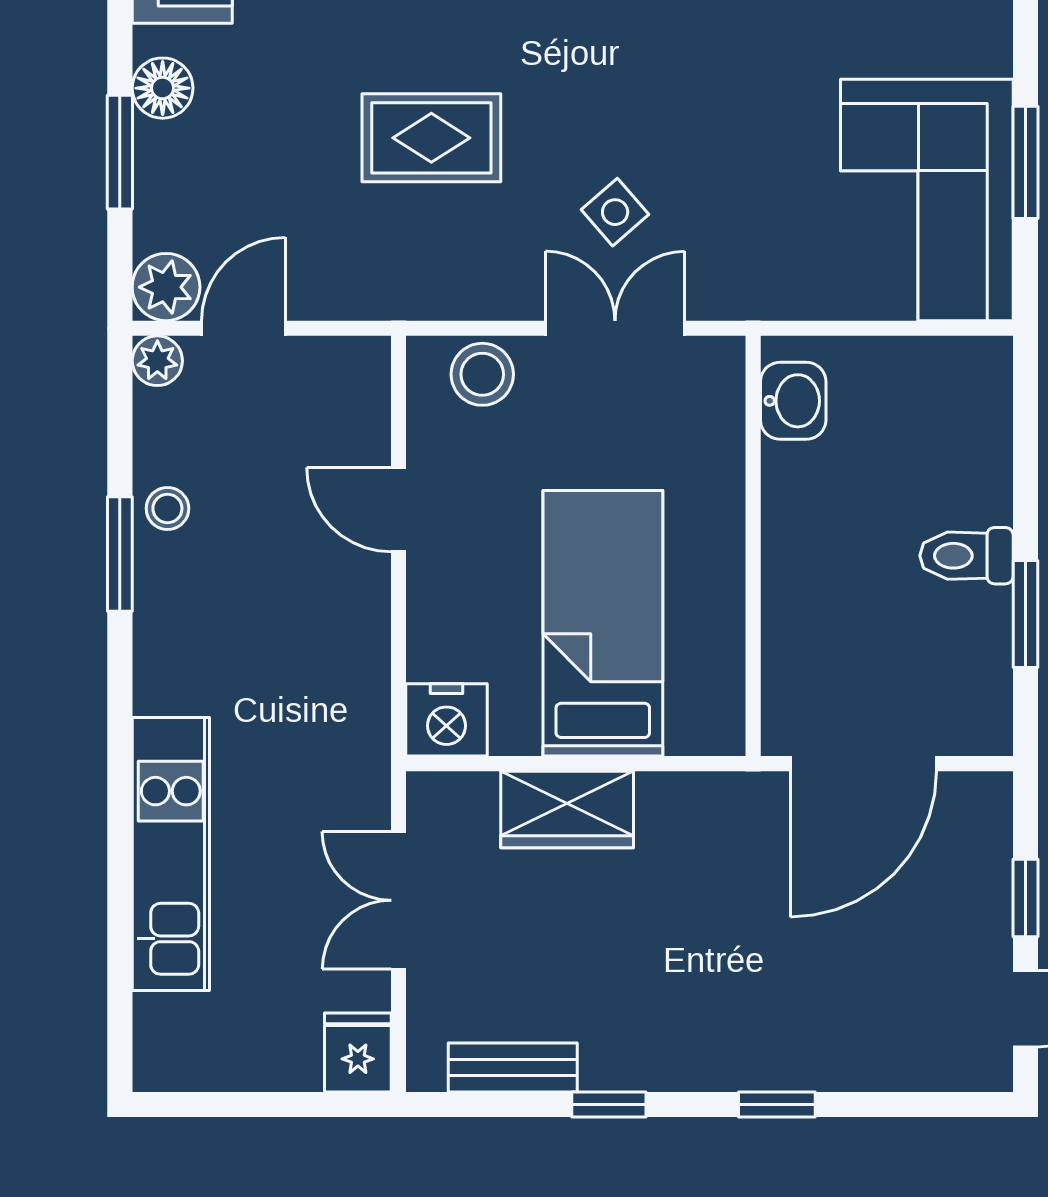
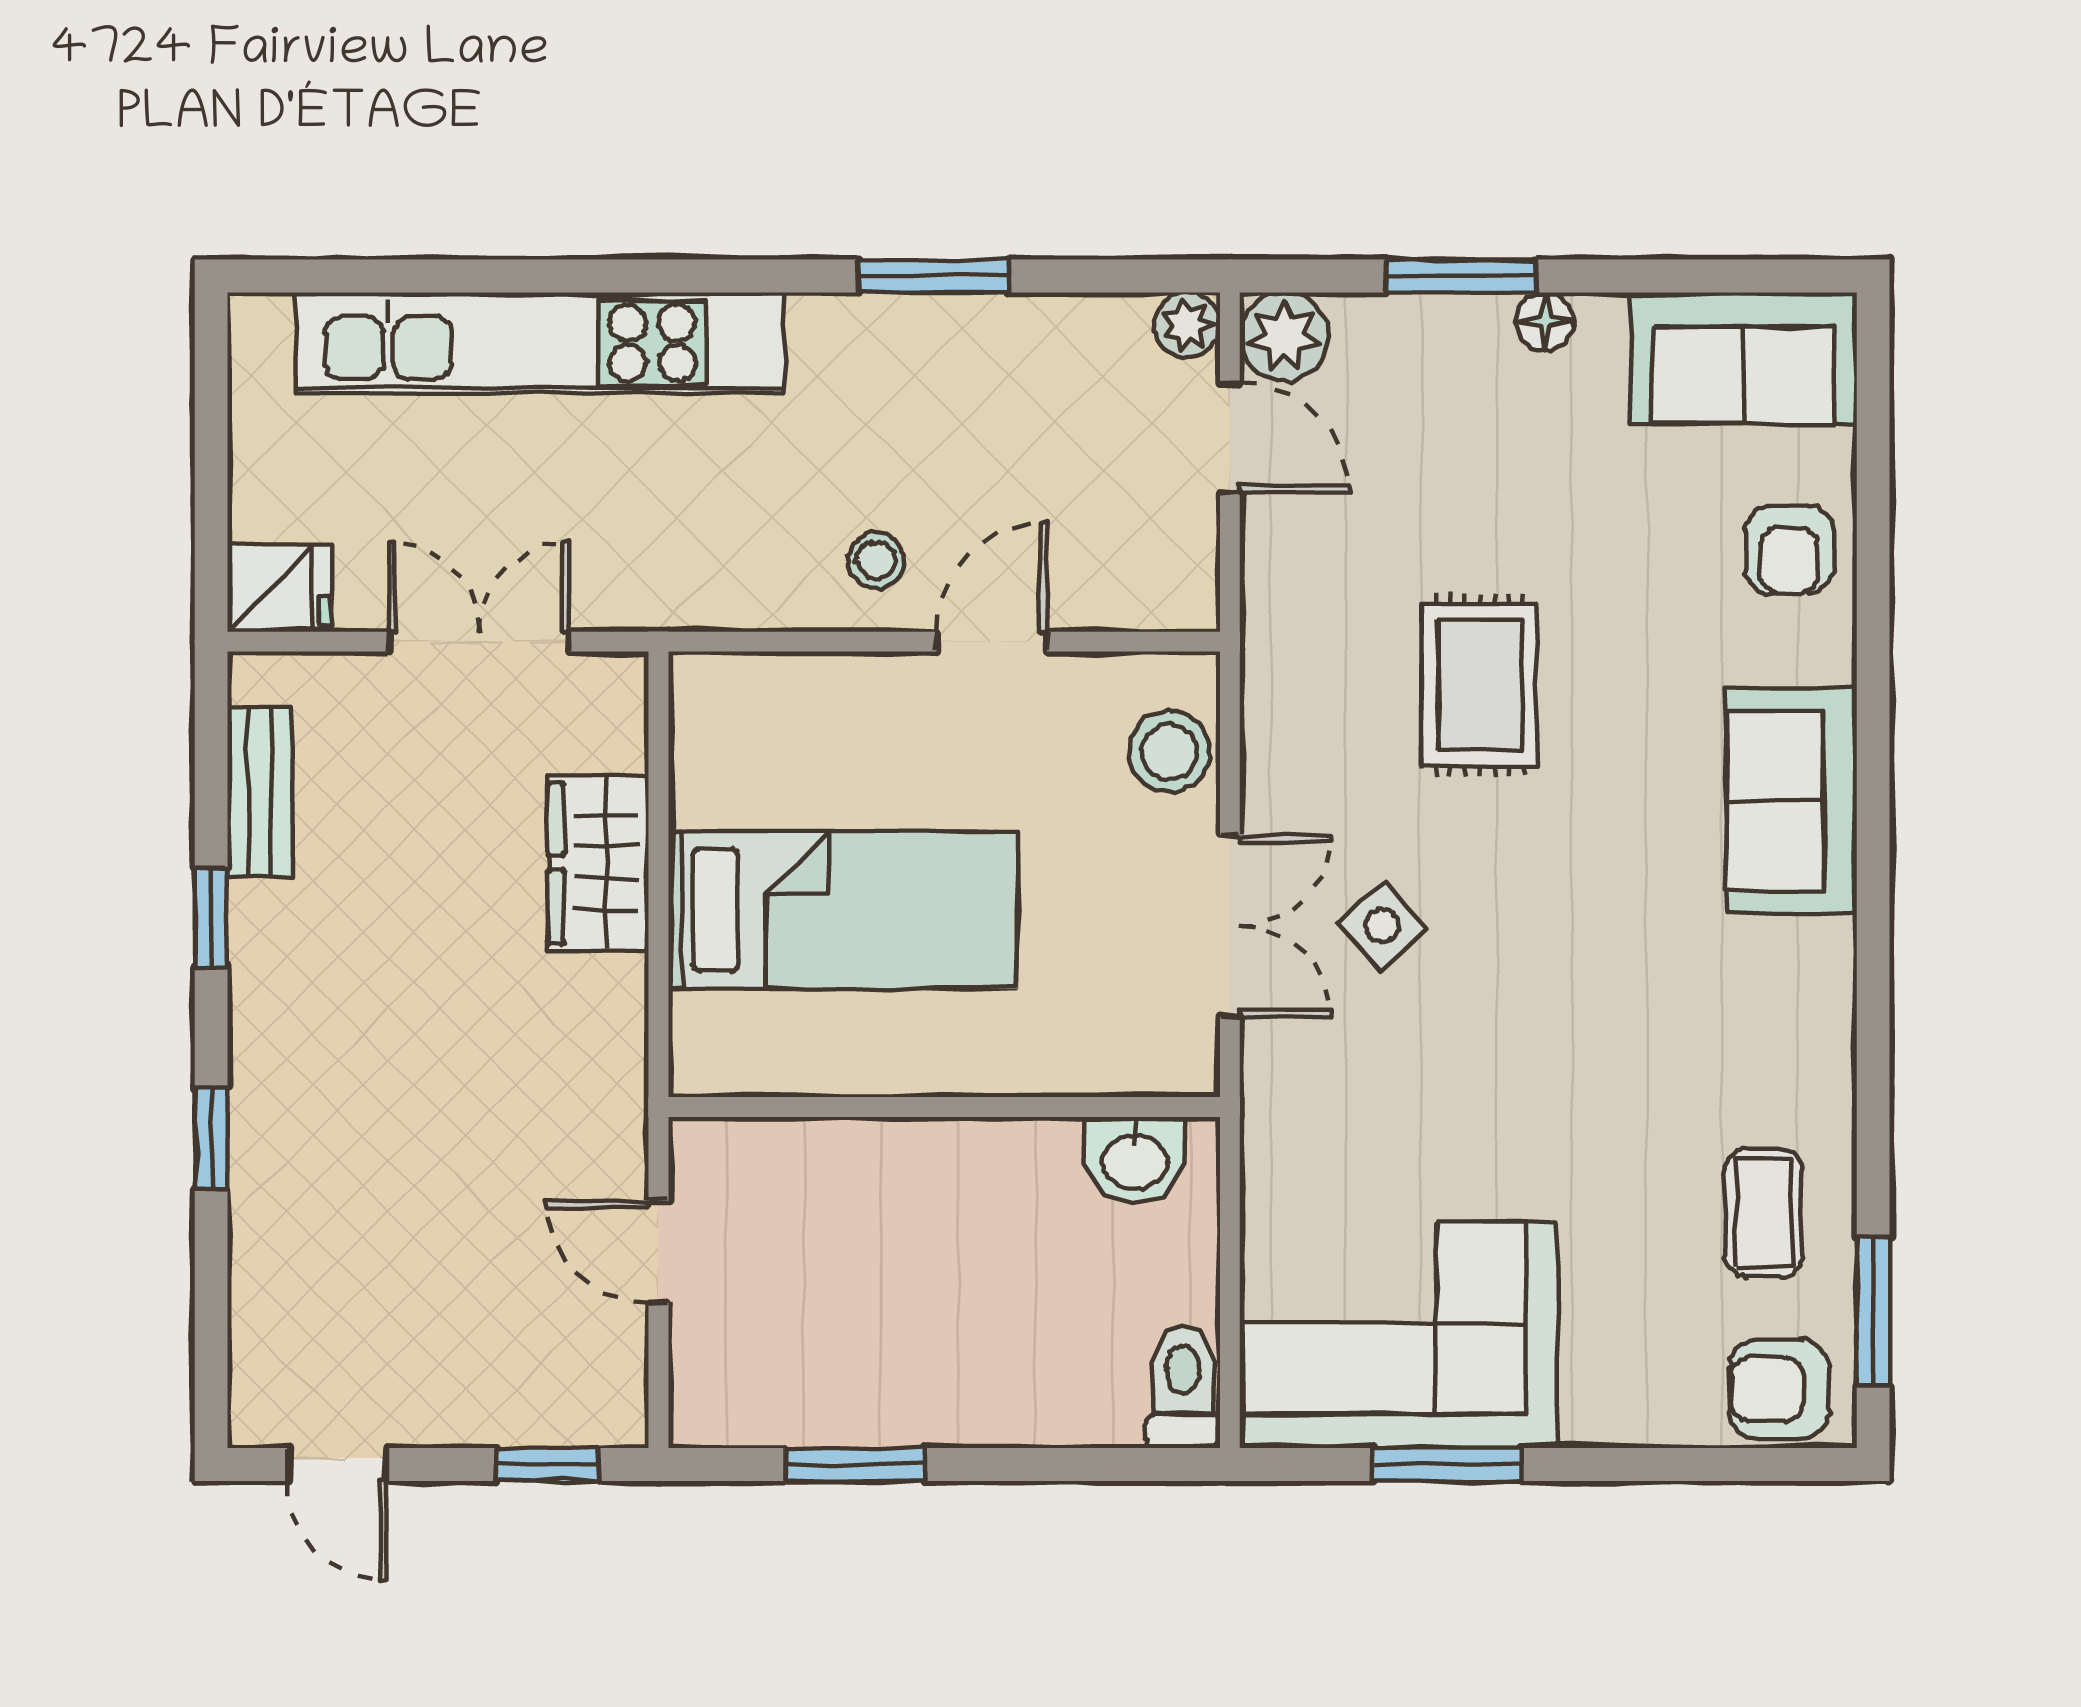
floor lamp: (163, 88) -> (1545, 321), width x0.73, depth x0.73
stool: (167, 508) -> (876, 560), moved
toilet: (966, 556) -> (1183, 1387), moved
nightstand: (446, 720) -> (716, 705), removed
door: (863, 764) -> (658, 1252), width x0.53
kitchen unit: (171, 854) -> (540, 343), width x1.36
window: (1025, 898) -> (548, 1465), moved

